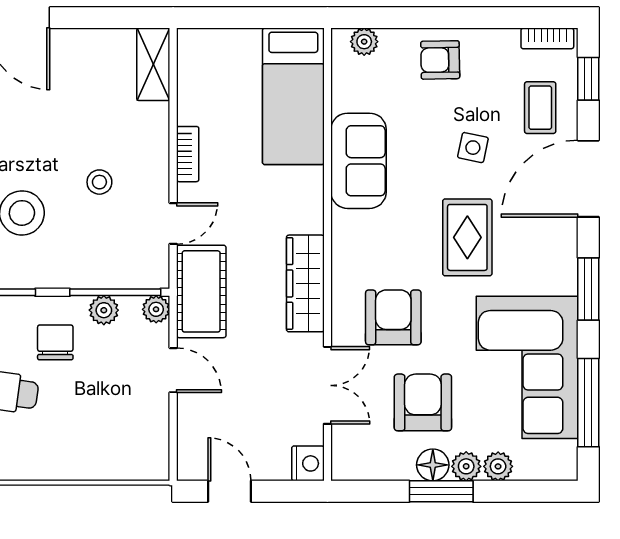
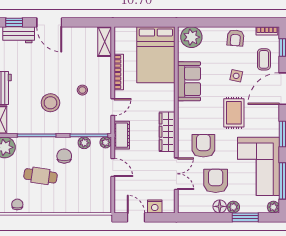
plant: (364, 42) -> (191, 37), width x1.87, depth x1.87
armchair: (440, 60) -> (235, 38), moved, turned -84
bed: (293, 96) -> (156, 55), width x1.50
bookcase: (188, 154) -> (119, 72), width x1.56
cot: (201, 291) -> (122, 135), width x0.73, depth x0.75
nightstand: (308, 463) -> (155, 206), moved, turned 90
plant: (498, 466) -> (273, 207), moved
window: (441, 491) -> (245, 217), moved

